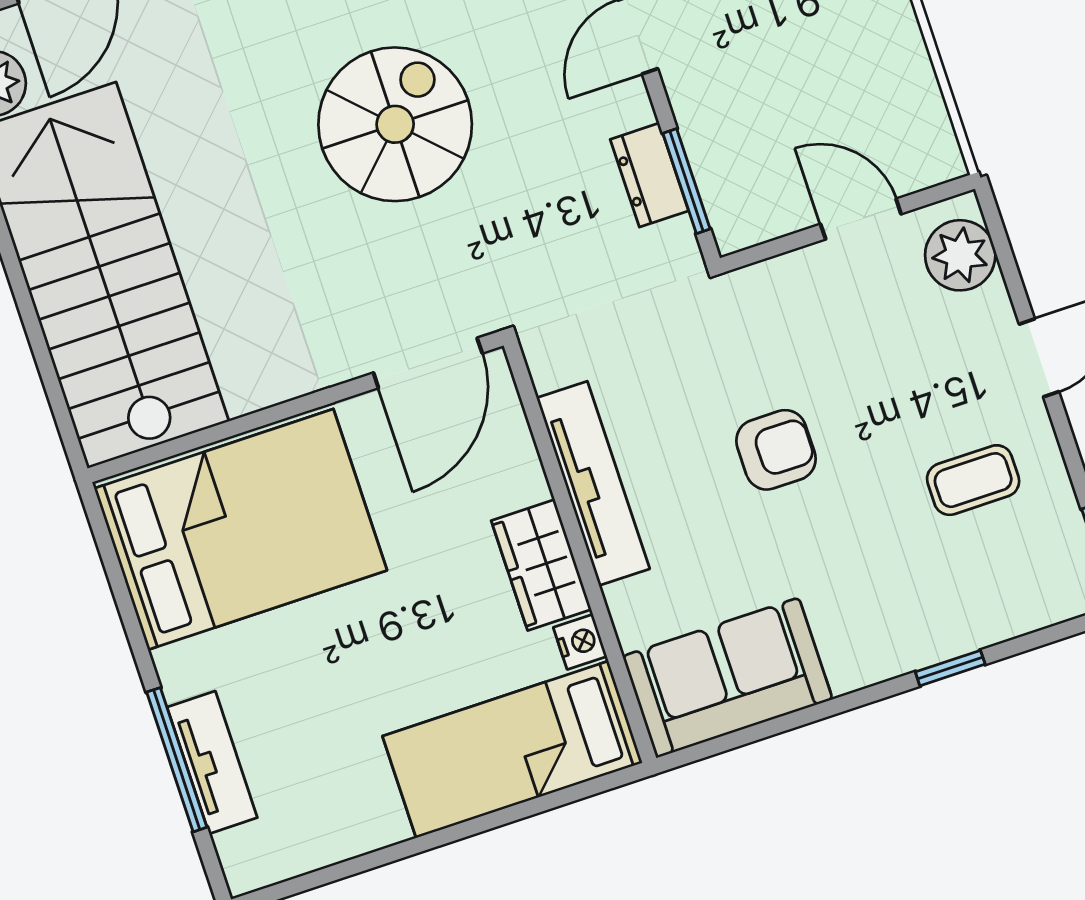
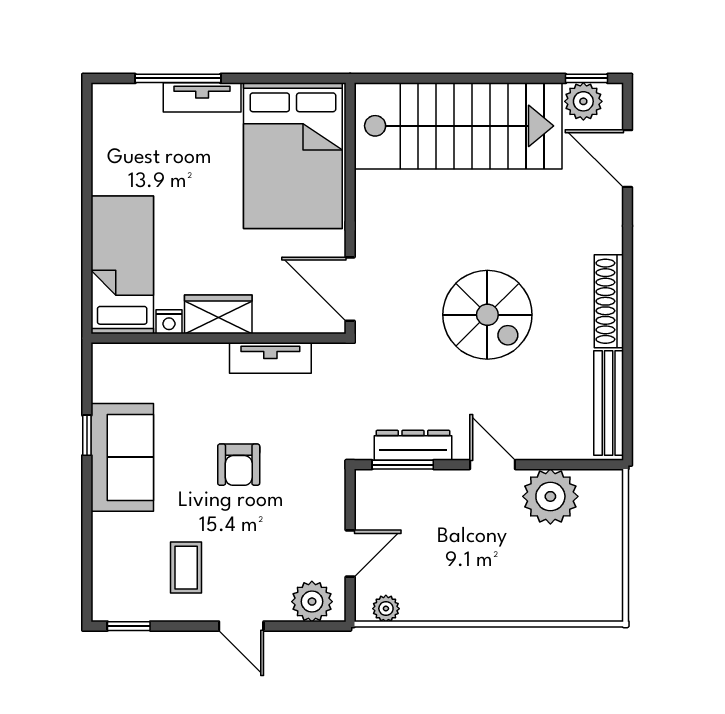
plant: (931, 130) -> (386, 609), added
dresser: (649, 175) -> (413, 445), width x1.44
tv unit: (593, 483) -> (270, 358), width x0.71
window: (950, 668) -> (87, 435), moved
sofa: (728, 678) -> (122, 457), moved
tv unit: (212, 762) -> (202, 97), moved

